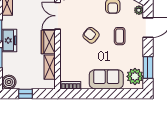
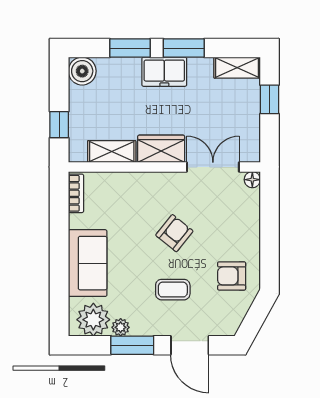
plant: (139, 10) -> (121, 327), moved
window: (148, 68) -> (132, 345), moved
window: (25, 94) -> (59, 125), moved

